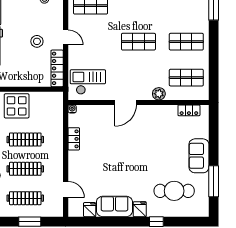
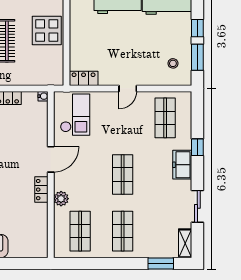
stool: (37, 41) -> (123, 55), removed
locker: (57, 68) -> (84, 78), width x0.66
door: (126, 102) -> (51, 159), swing flipped
locker: (189, 110) -> (41, 190), moved

